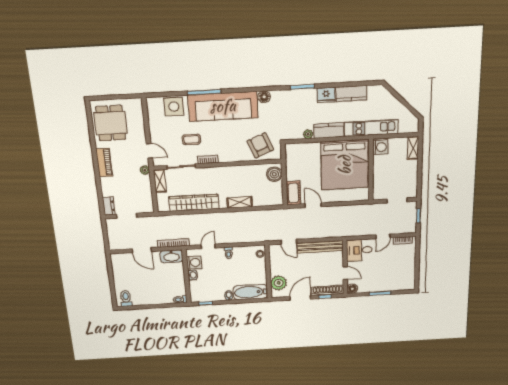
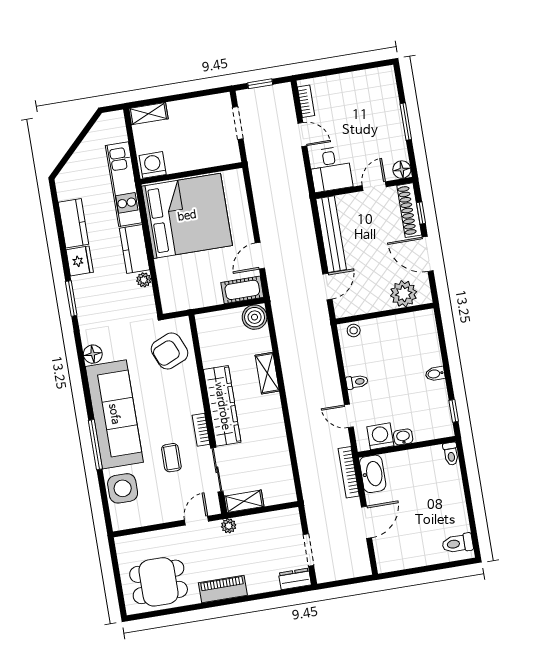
boiler: (274, 174) -> (255, 317), moved
wardrobe: (194, 203) -> (222, 406), moved, turned 180
bathtub: (250, 292) -> (425, 339), removed

